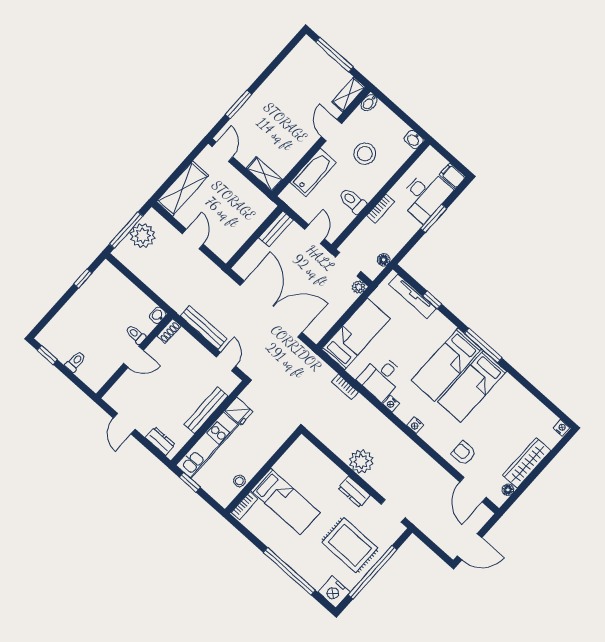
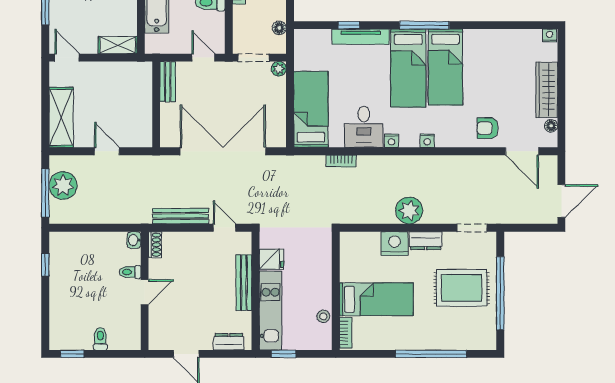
tv unit: (413, 296) -> (361, 37), moved
nightstand: (334, 592) -> (395, 244), moved, turned 180

